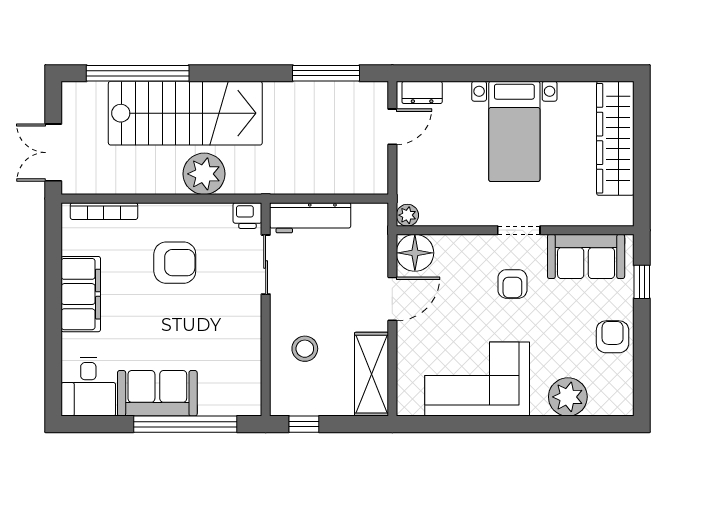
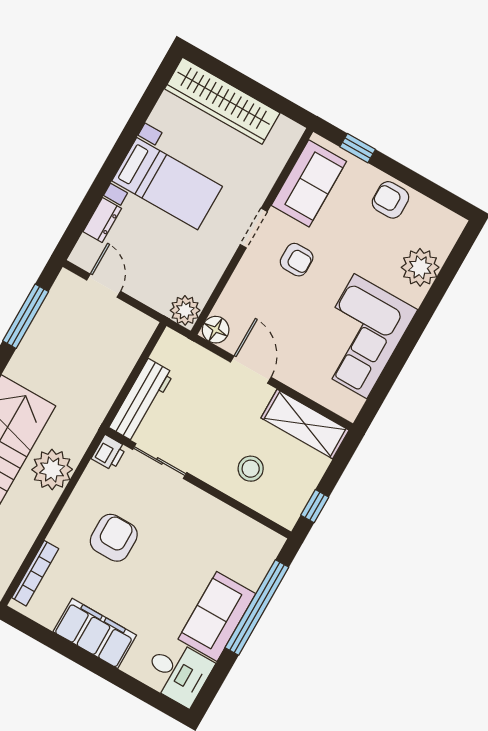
dresser: (422, 92) -> (102, 220), moved
plant: (407, 215) -> (185, 310), width x1.38, depth x1.38
floor lamp: (415, 253) -> (216, 330), width x0.73, depth x0.73

